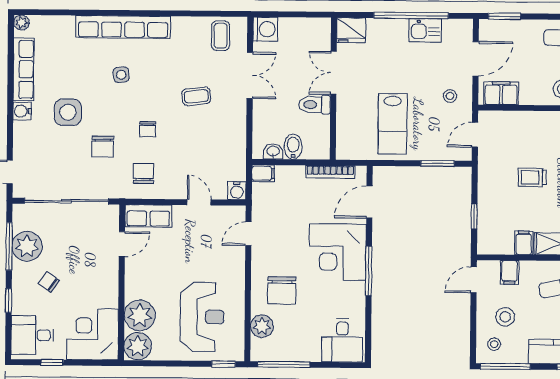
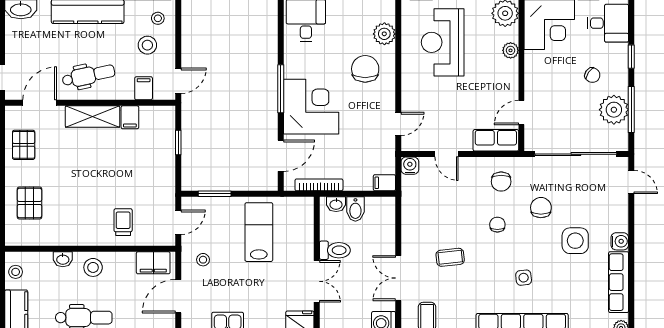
washbasin: (273, 151) -> (336, 204), moved
trolley: (532, 177) -> (123, 222), moved, turned -90
plant: (140, 315) -> (511, 50), width x0.53, depth x0.53

